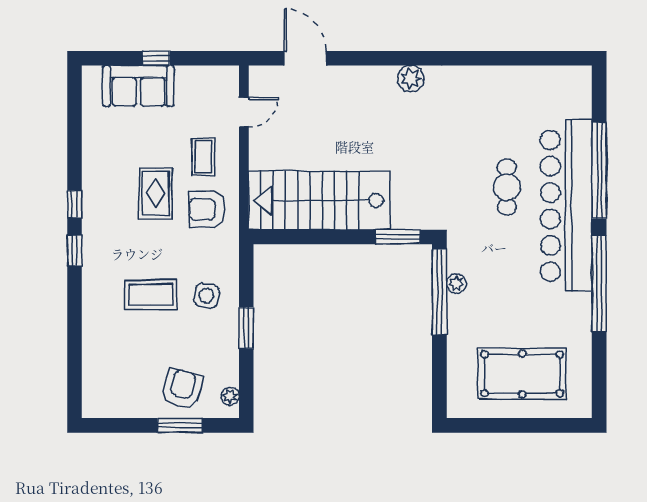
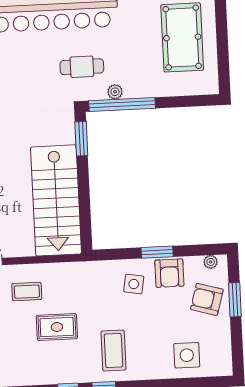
cafe table: (507, 187) -> (82, 67), moved
armchair: (207, 209) -> (169, 273), moved
coffee table: (151, 295) -> (113, 350), moved
side table: (111, 360) -> (187, 355), added

